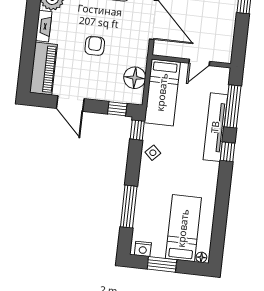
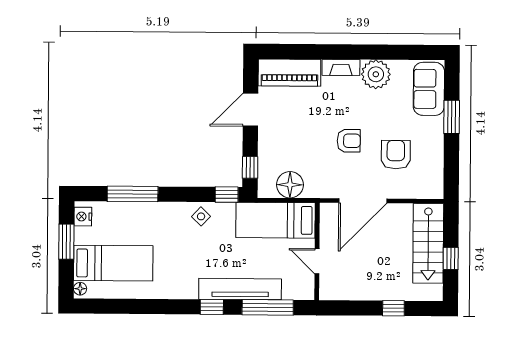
armchair: (95, 46) -> (349, 141), moved

